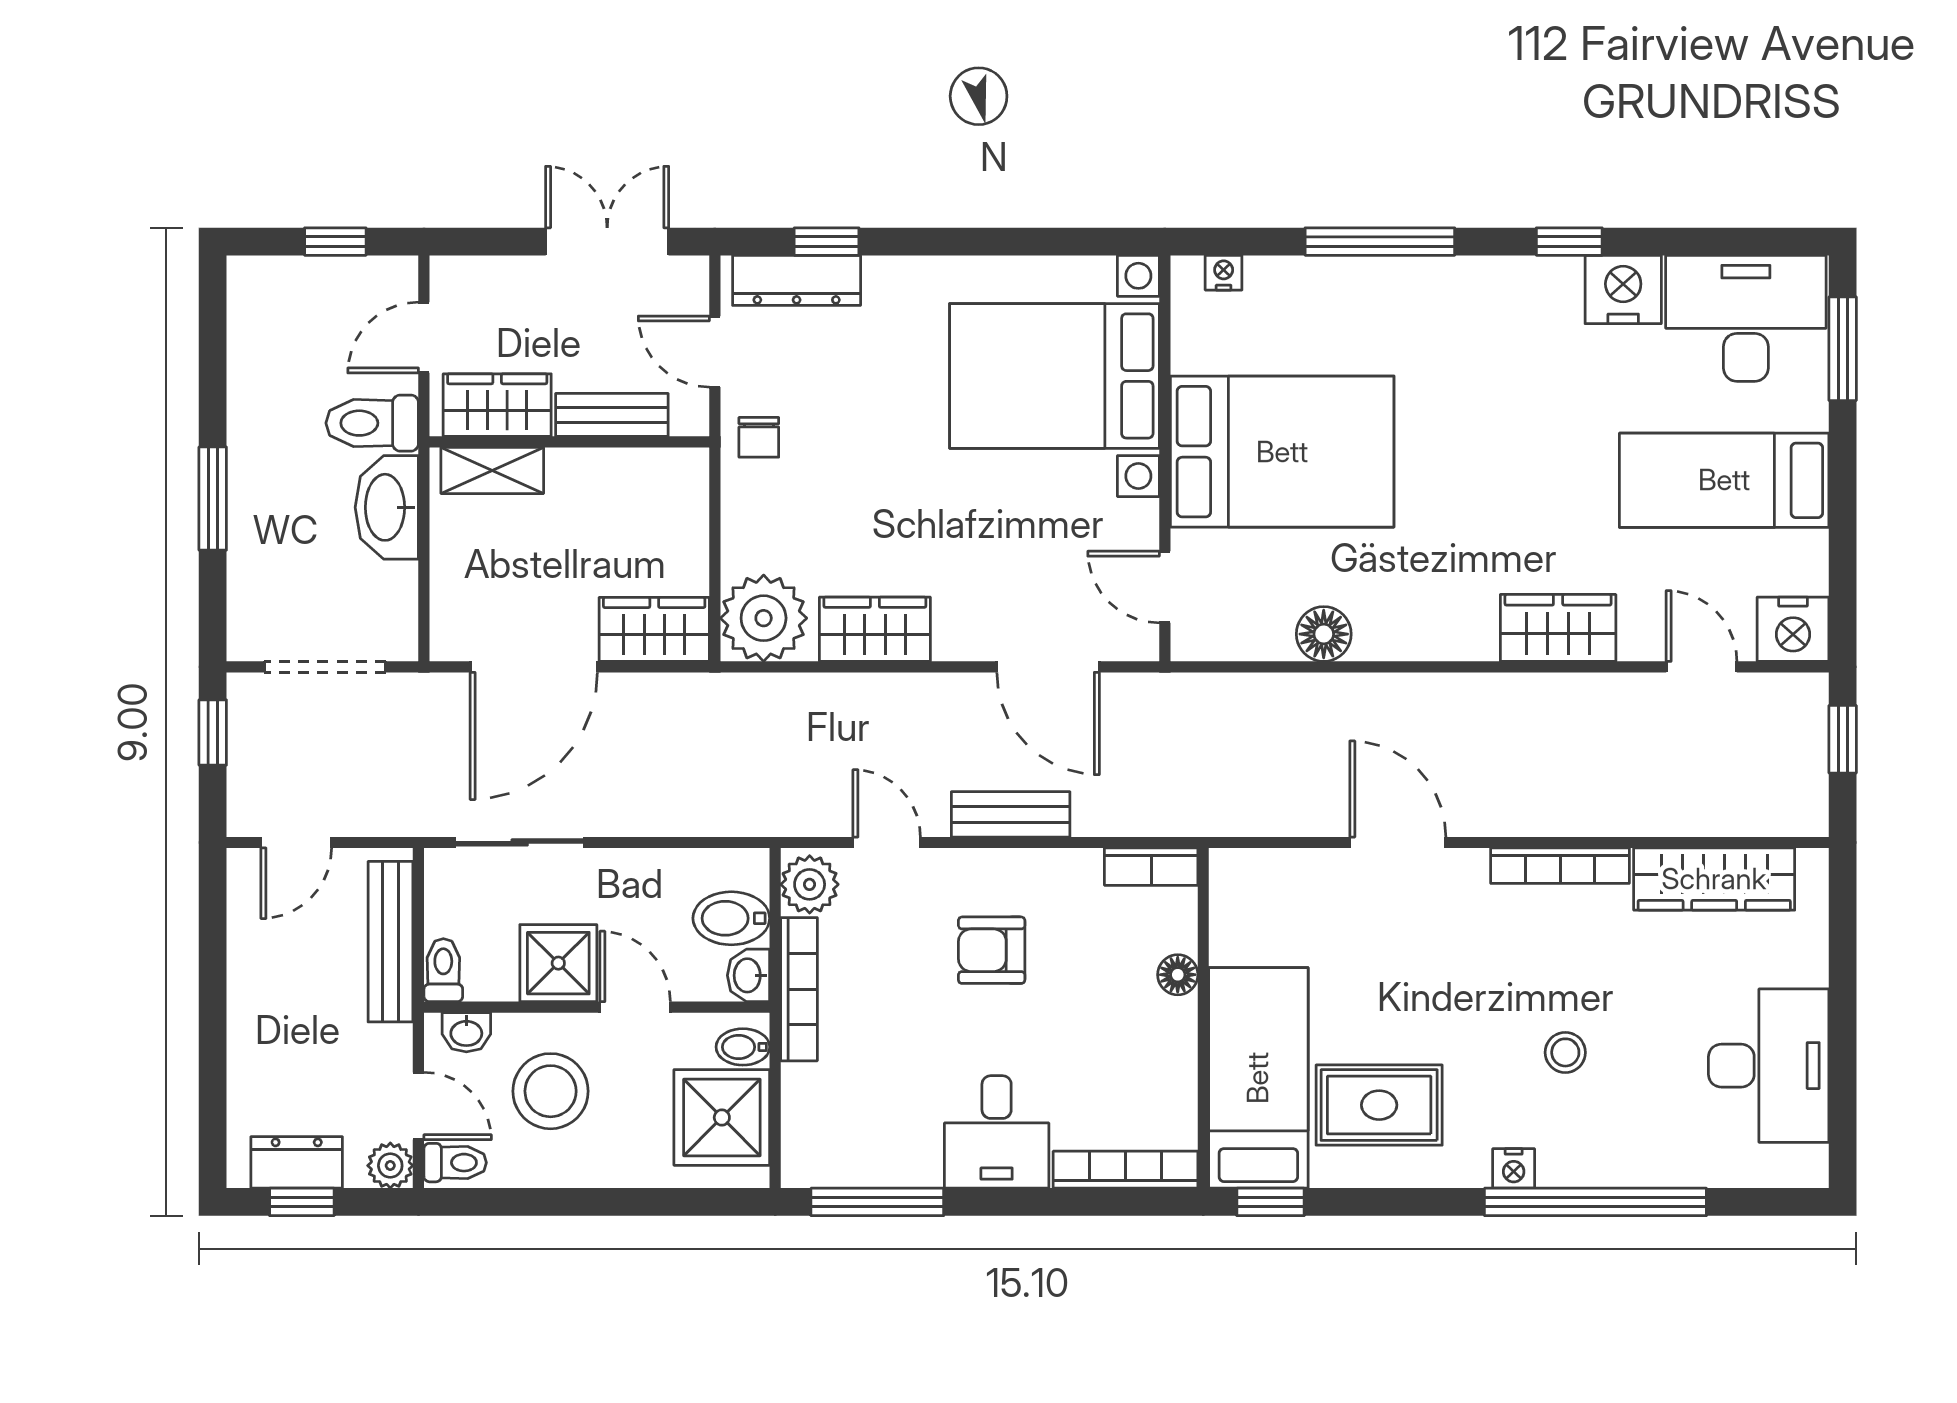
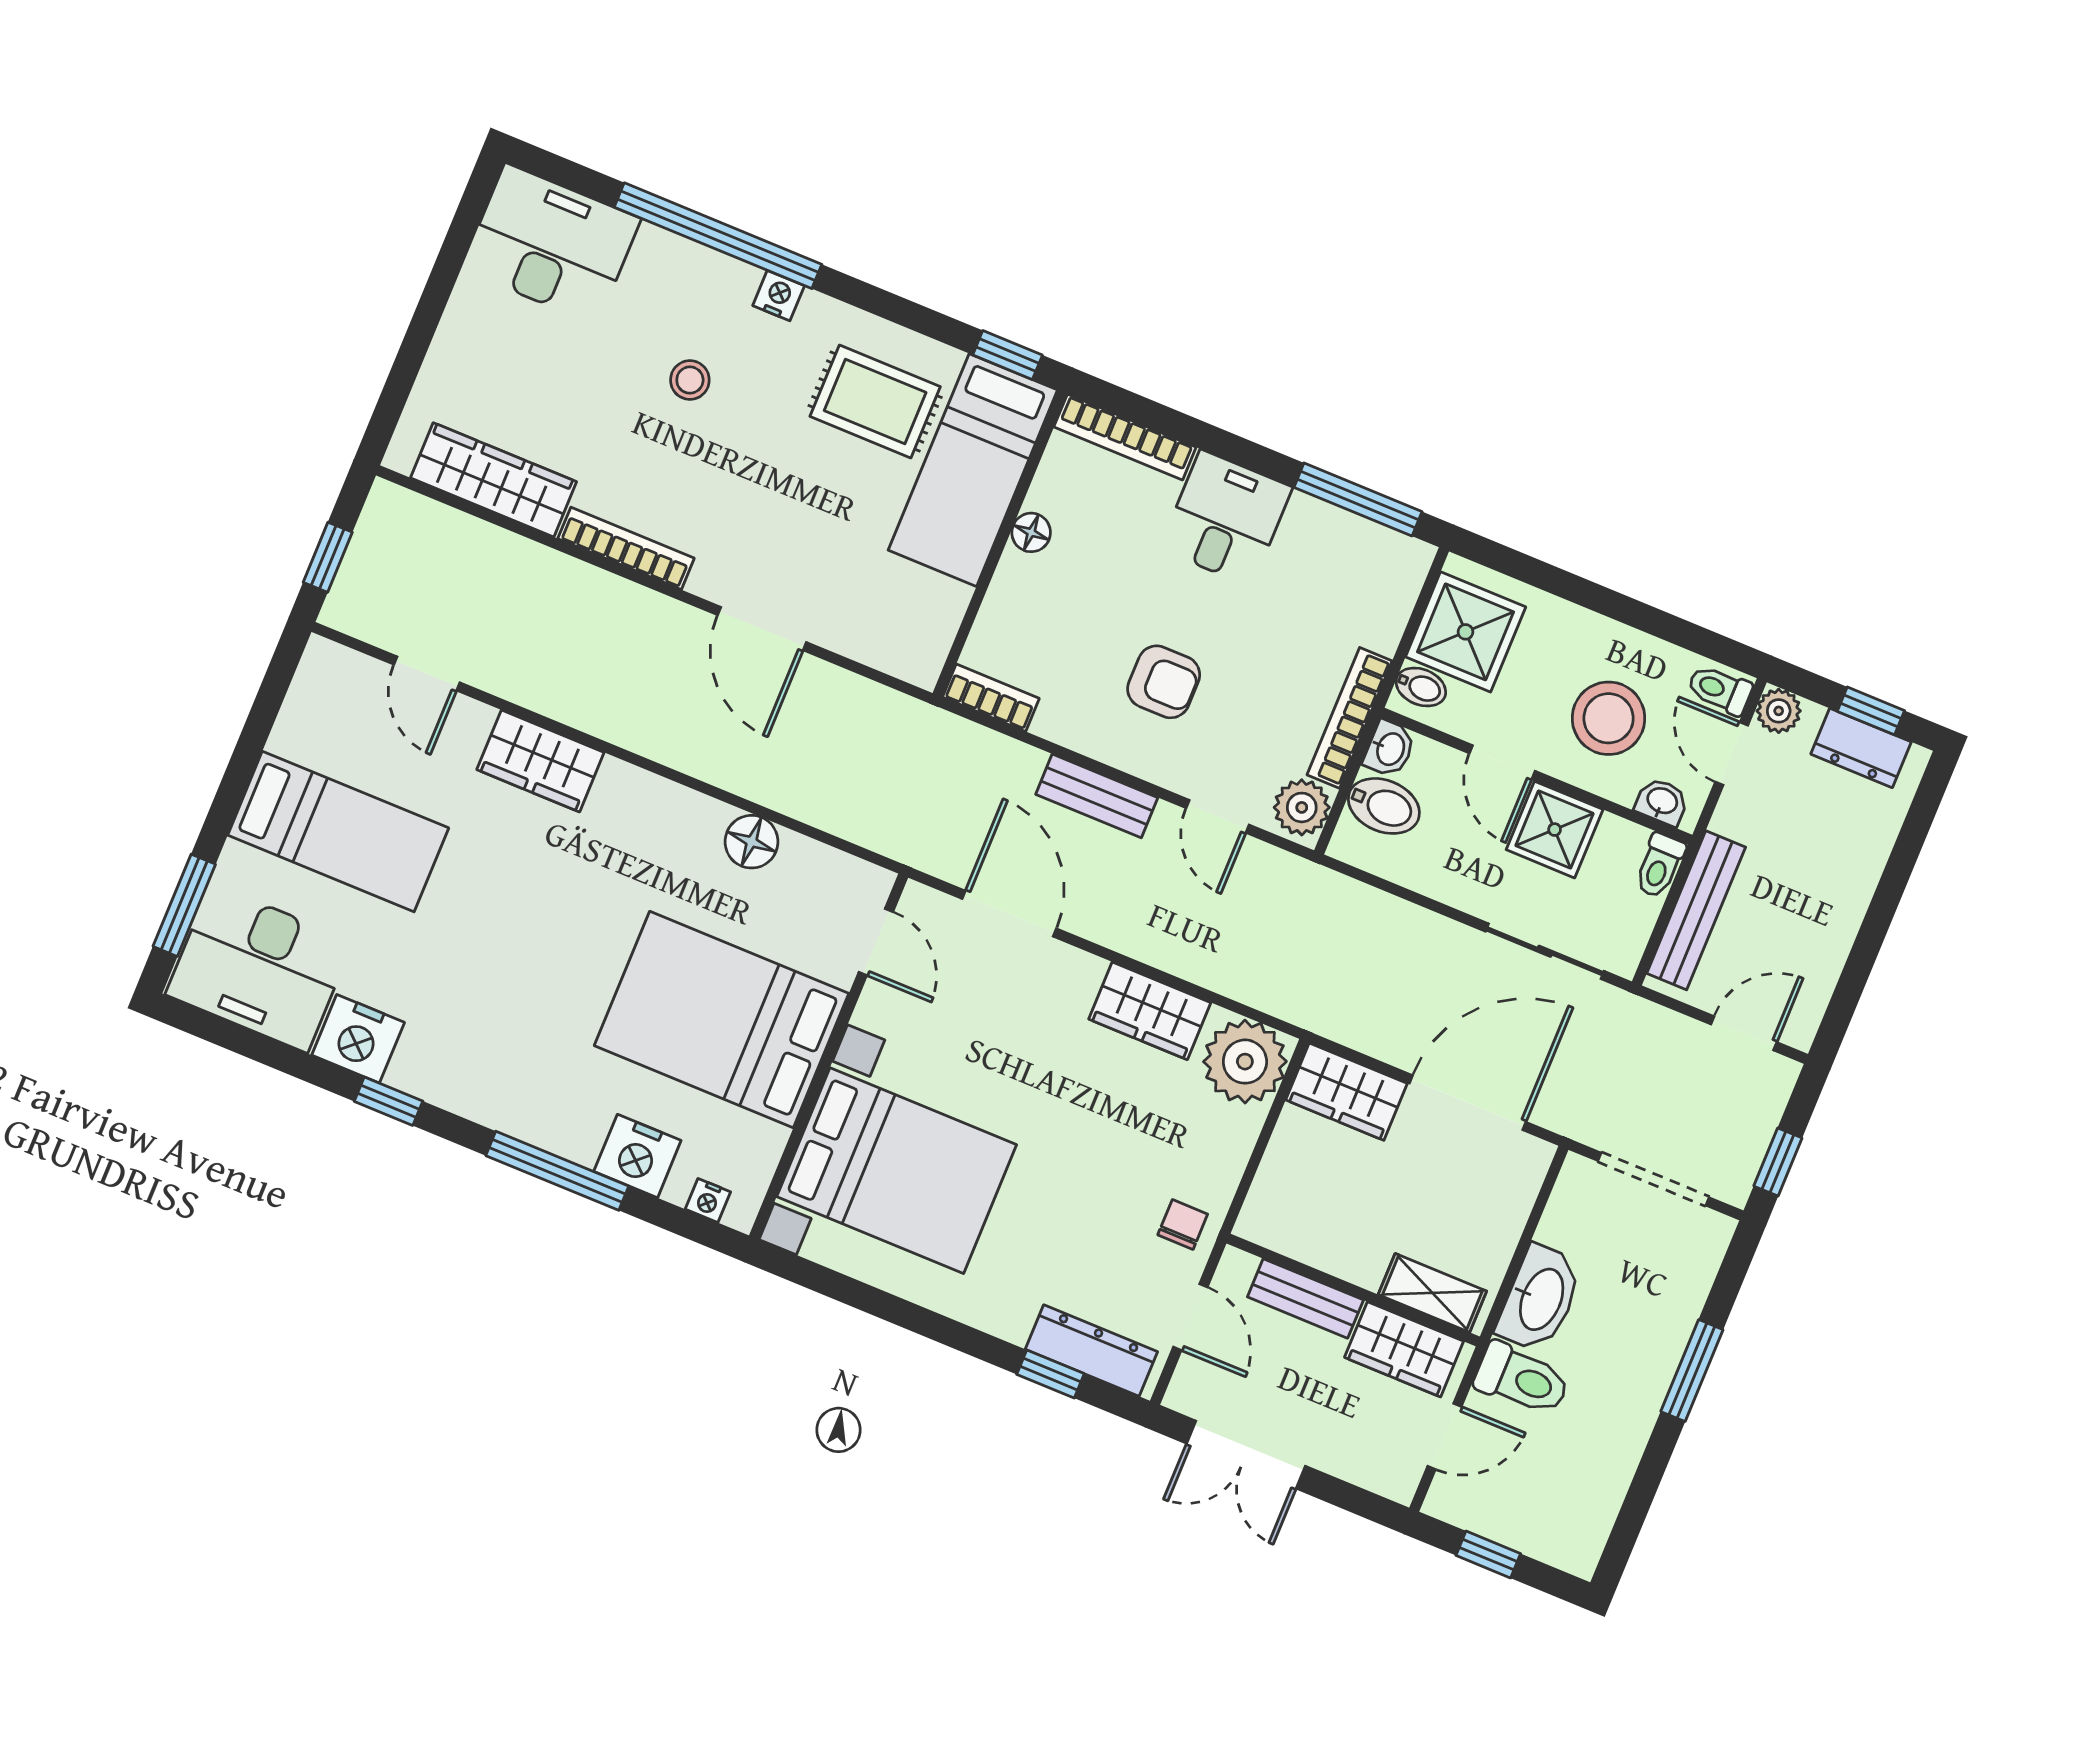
nightstand: (1793, 629) -> (637, 1156), moved, turned 180
floor lamp: (1178, 975) -> (1031, 532), moved
desk: (1769, 1066) -> (551, 244), moved, turned 90

